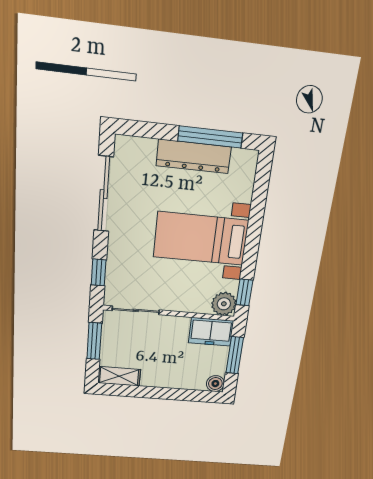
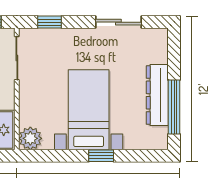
sliding door: (104, 194) -> (118, 22), width x0.73
window: (244, 292) -> (101, 156), moved

